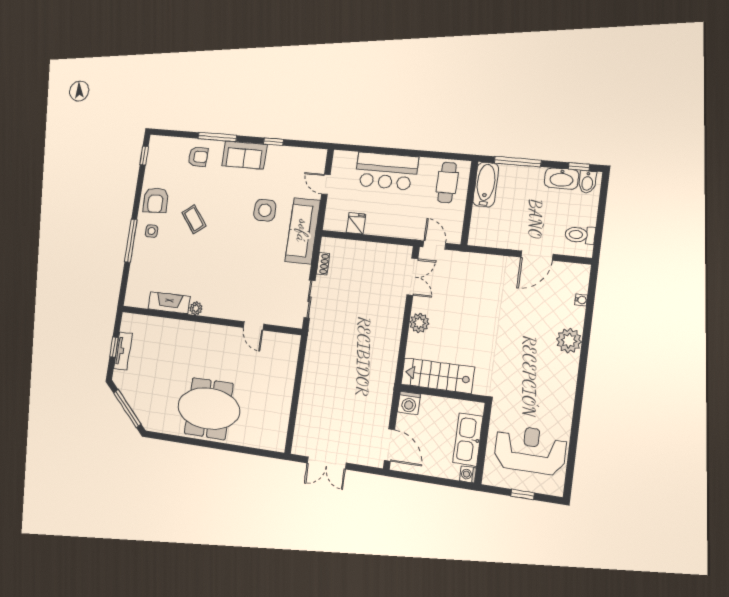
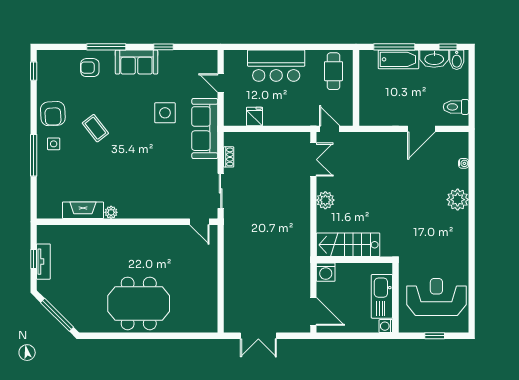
armchair: (198, 157) -> (90, 68), turned 180
bathtub: (486, 185) -> (398, 59), moved, turned 90
door: (254, 326) -> (199, 222), moved

